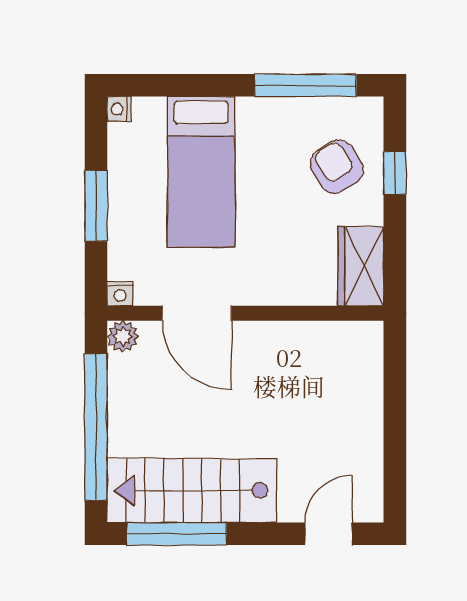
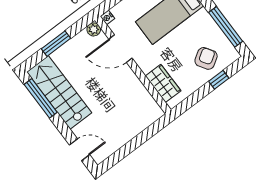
wardrobe: (361, 266) -> (163, 83), moved, turned 90
door: (197, 313) -> (121, 49), hinge flipped
window: (96, 427) -> (56, 44), width x0.47

